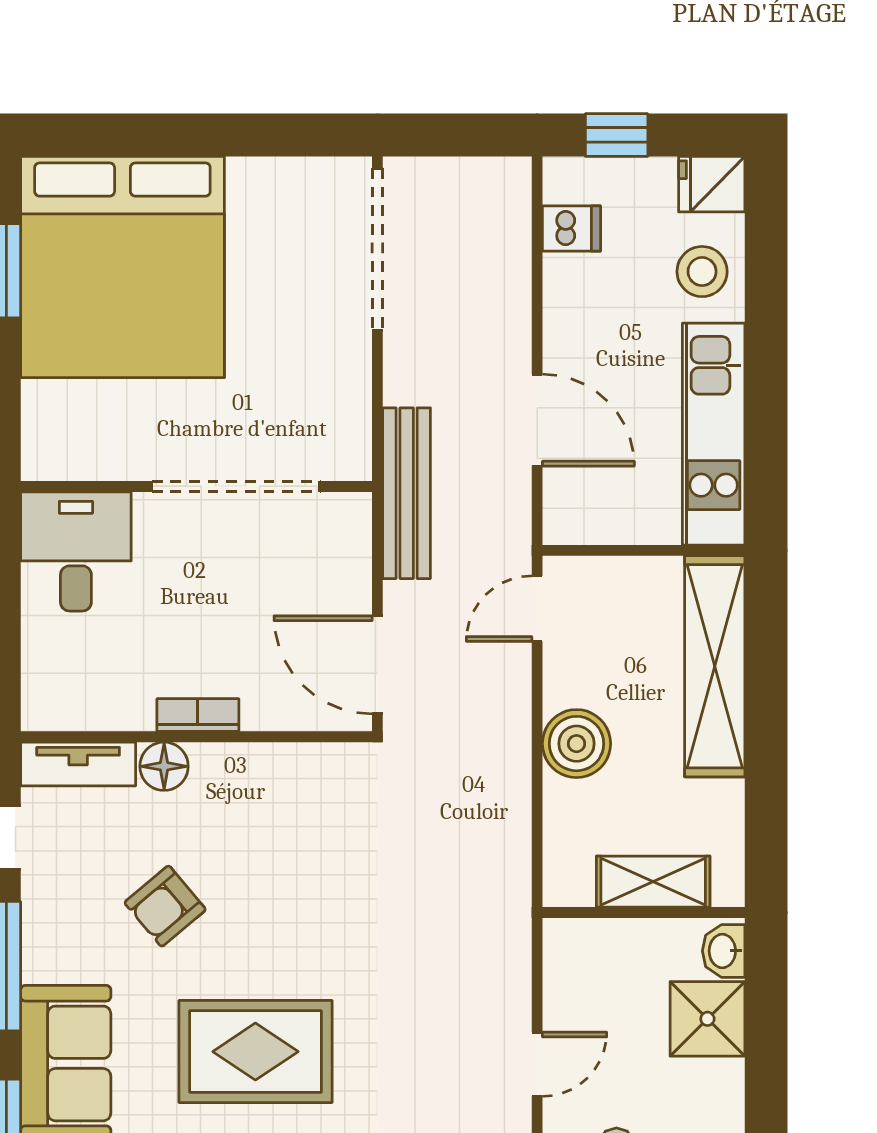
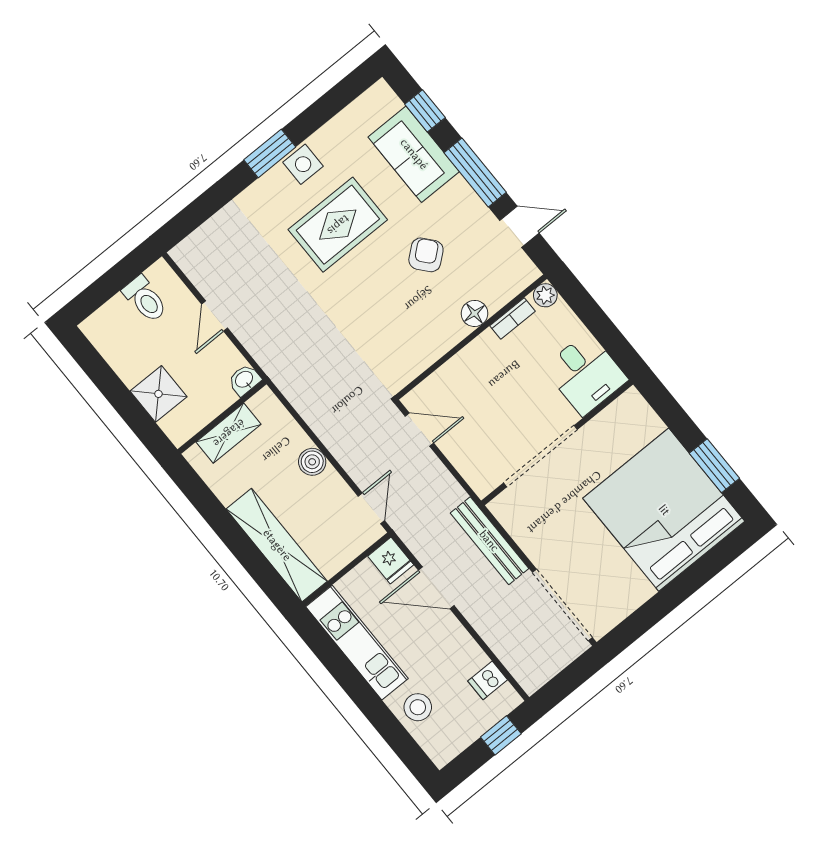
fridge: (712, 184) -> (391, 560), moved, turned 90
bench: (407, 493) -> (489, 541), moved
door: (377, 665) -> (419, 430), width x0.73
plant: (42, 710) -> (545, 295), added
bookcase: (198, 715) -> (512, 319), moved
boiler: (576, 744) -> (312, 462), width x0.73, depth x0.73
tv unit: (78, 764) -> (512, 285), removed
washbasin: (724, 951) -> (244, 380), moved, turned -90

